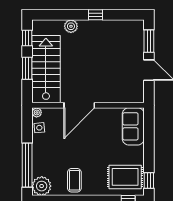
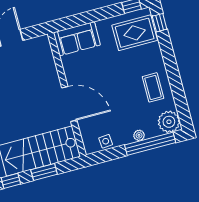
plant: (37, 112) -> (139, 135), moved
rug: (125, 177) -> (135, 33), turned 90
coffee table: (74, 180) -> (153, 87), turned 90

